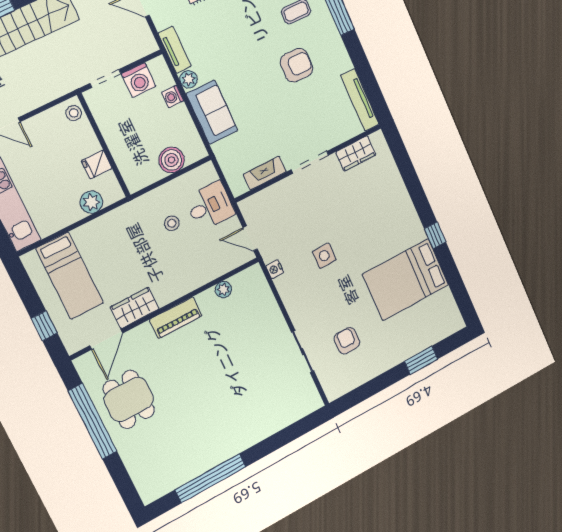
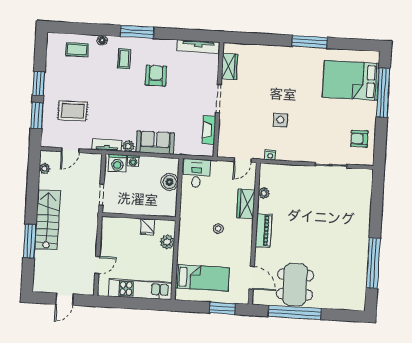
washing machine: (139, 80) -> (117, 163), moved, turned 90
stool: (74, 113) -> (111, 224), removed
desk: (210, 206) -> (196, 173), moved
stool: (172, 223) -> (218, 229), moved
window: (435, 235) -> (310, 42), width x2.17
bed: (406, 280) -> (351, 80), moved, turned 90
wardrobe: (135, 308) -> (246, 204), moved
window: (44, 326) -> (222, 308), width x1.50
armchair: (347, 341) -> (359, 139), moved
window: (421, 360) -> (383, 93), width x2.11
dining table: (129, 399) -> (295, 285), width x1.38

